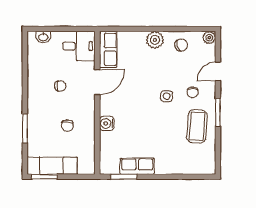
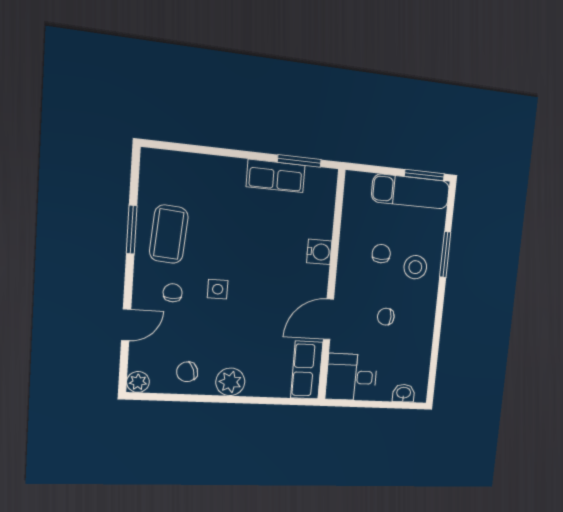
window: (218, 112) -> (132, 230), moved
stool: (44, 119) -> (415, 267), added

